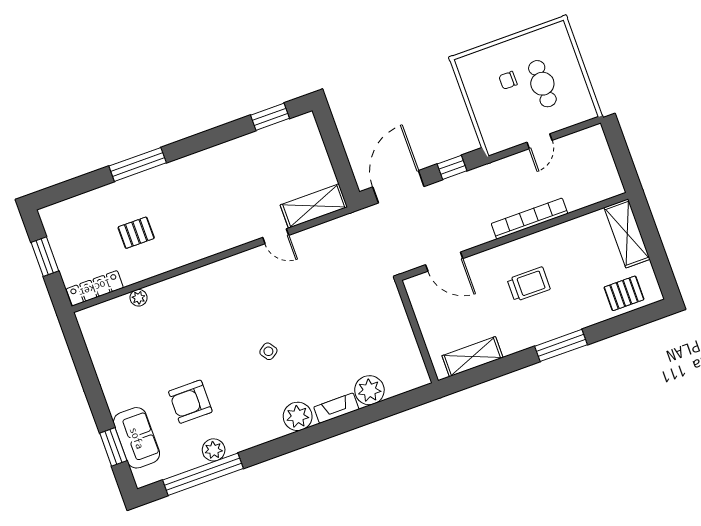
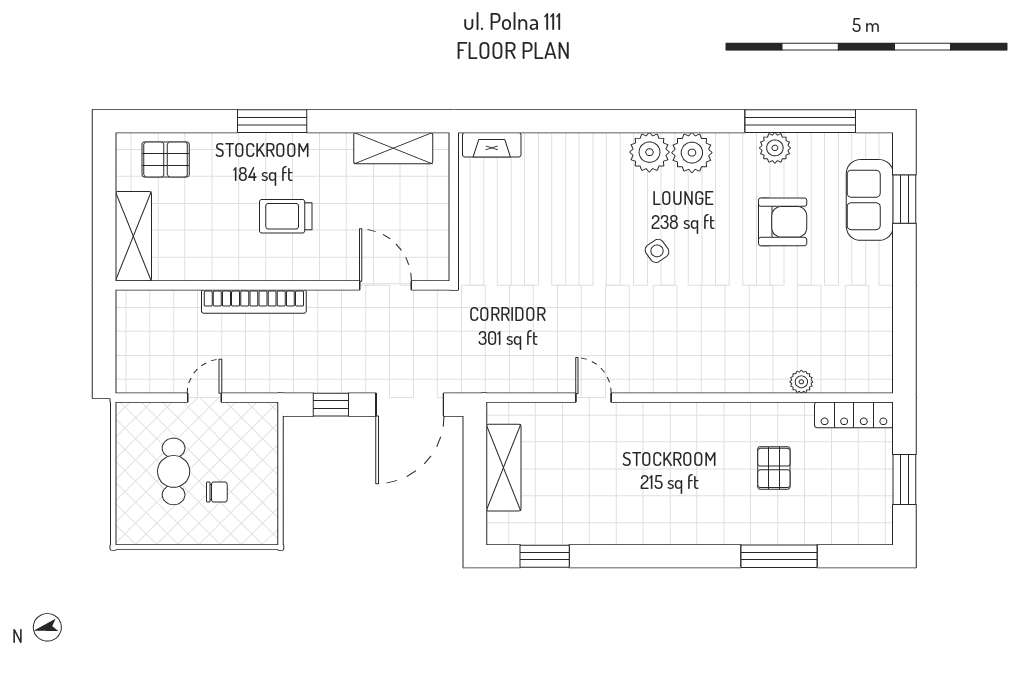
window: (138, 164) -> (779, 556), moved
shelving: (314, 206) -> (503, 468), moved, turned 90
pallet: (136, 233) -> (774, 468), turned 90
plant: (369, 390) -> (692, 153), moved
fireplace: (336, 408) -> (492, 145), moved

